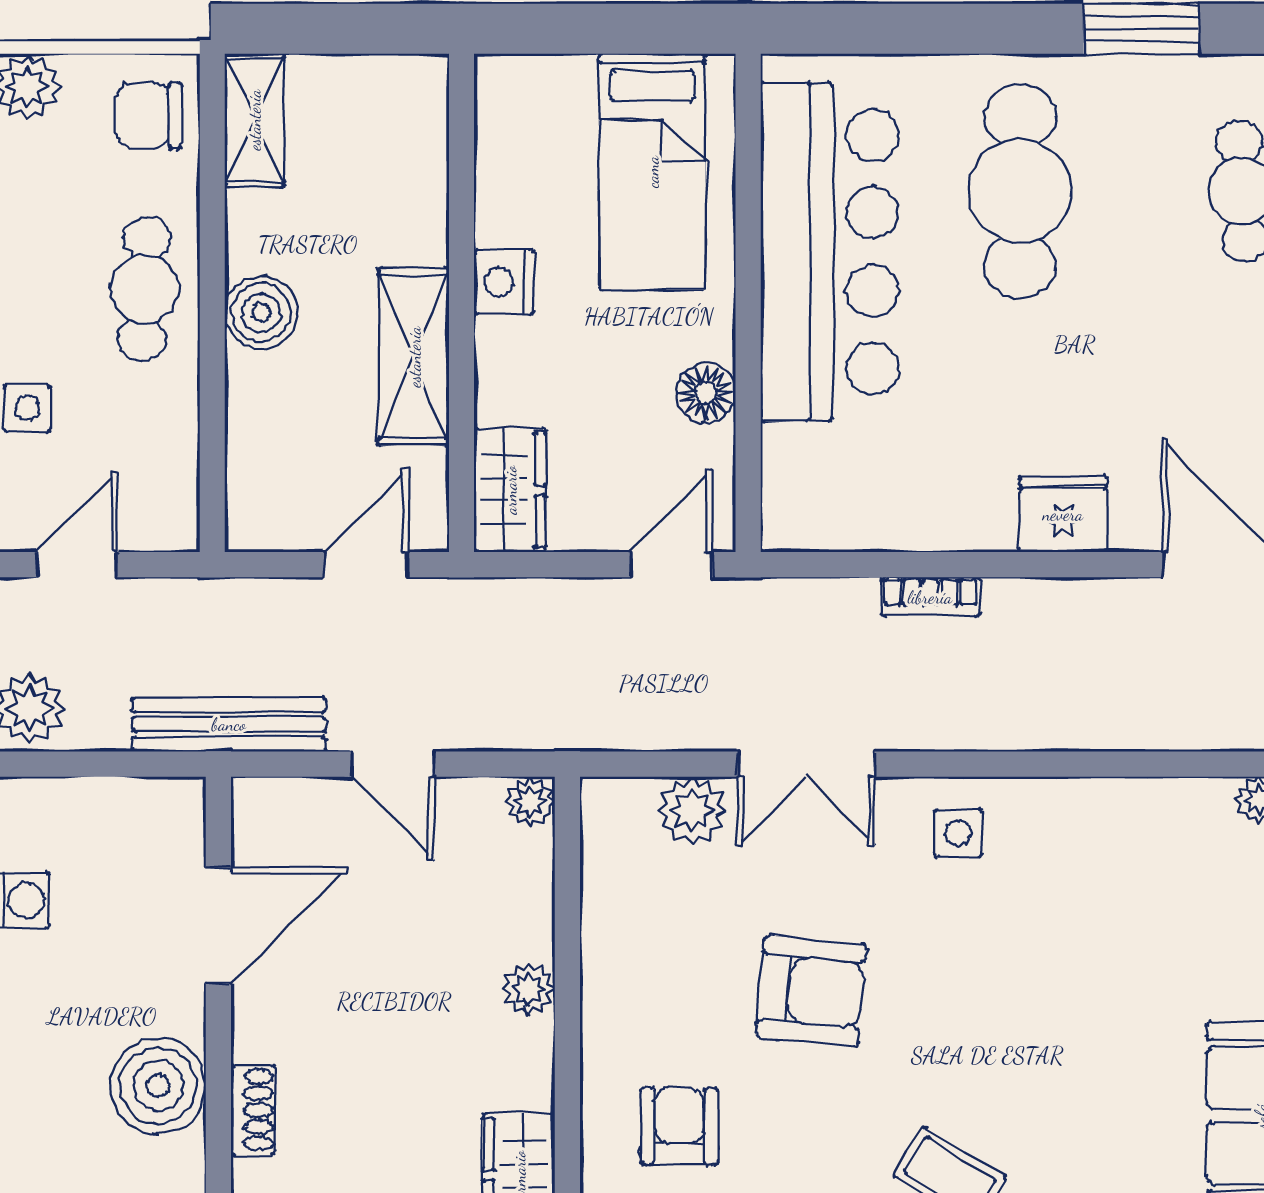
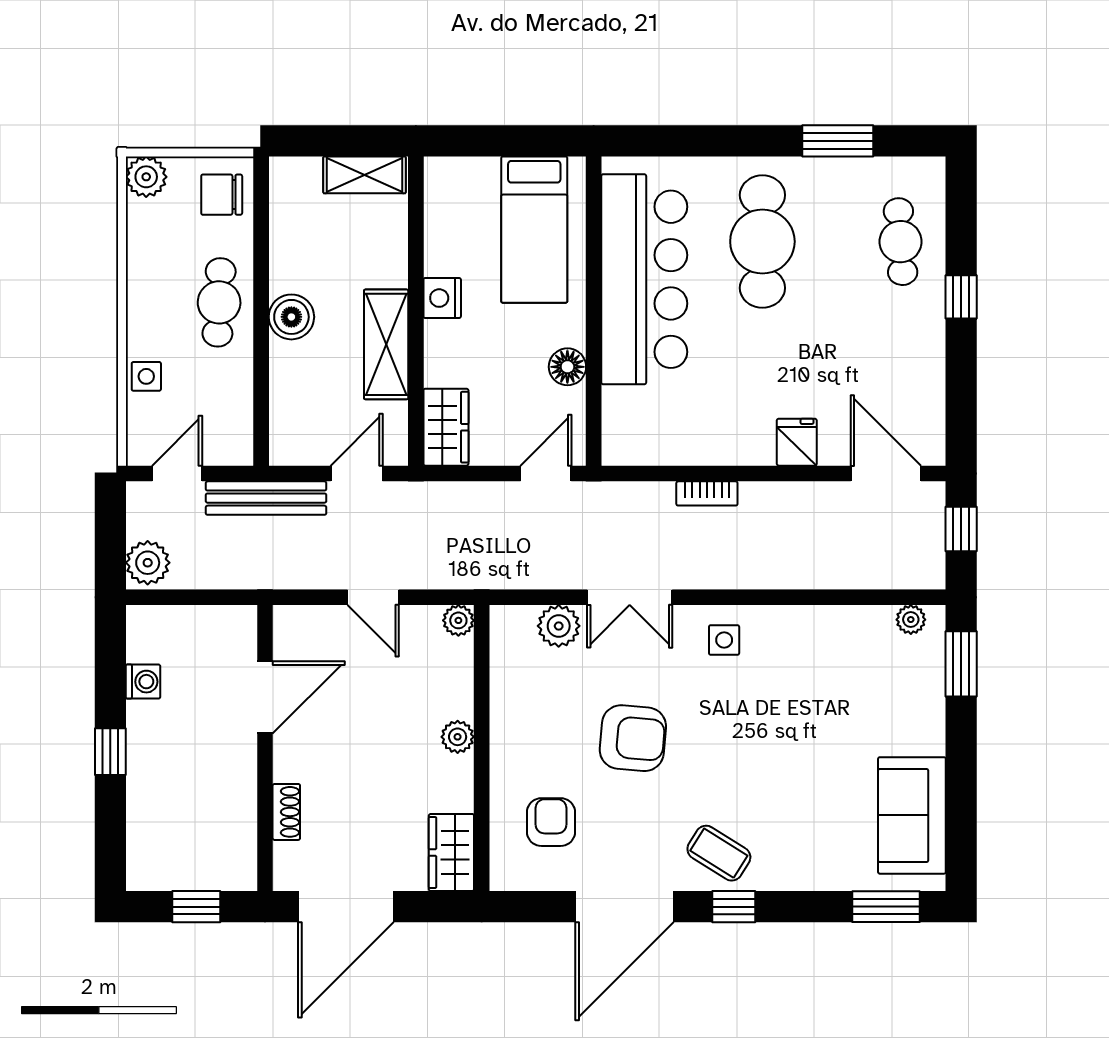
shelving: (254, 120) -> (365, 175), moved, turned 90
fridge: (1063, 514) -> (797, 442), width x0.72
bench: (229, 724) -> (266, 498), moved
boiler: (158, 1086) -> (228, 797), removed

